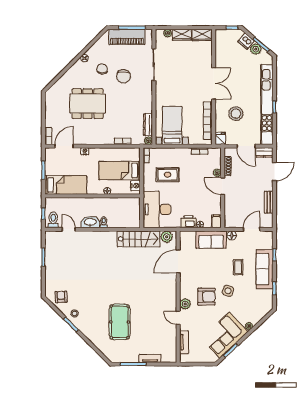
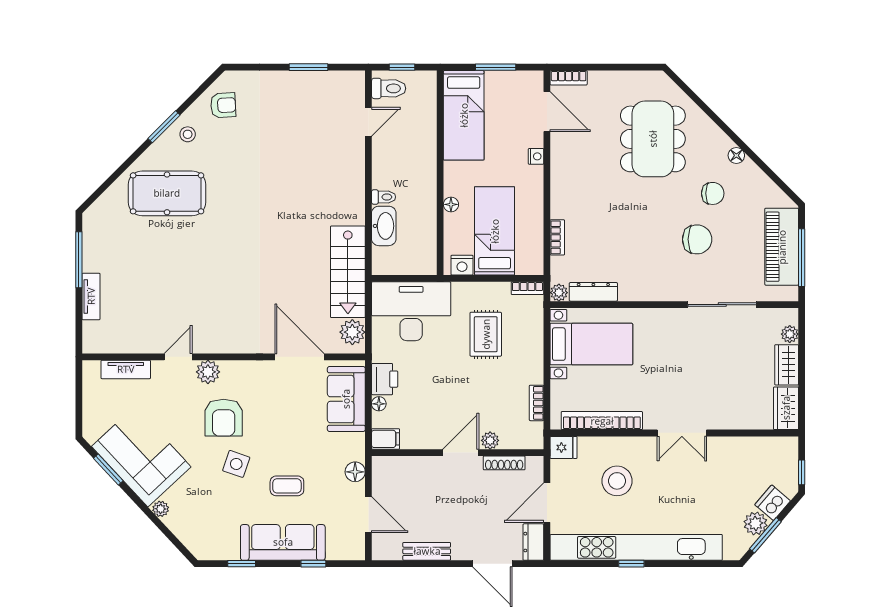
chair: (123, 76) -> (697, 239), turned 180
double door: (214, 83) -> (682, 433), width x0.73
dining table: (88, 104) -> (653, 139), moved
washbasin: (90, 222) -> (384, 226), moved
sofa: (211, 240) -> (346, 399), moved
pool table: (120, 322) -> (167, 193), moved

